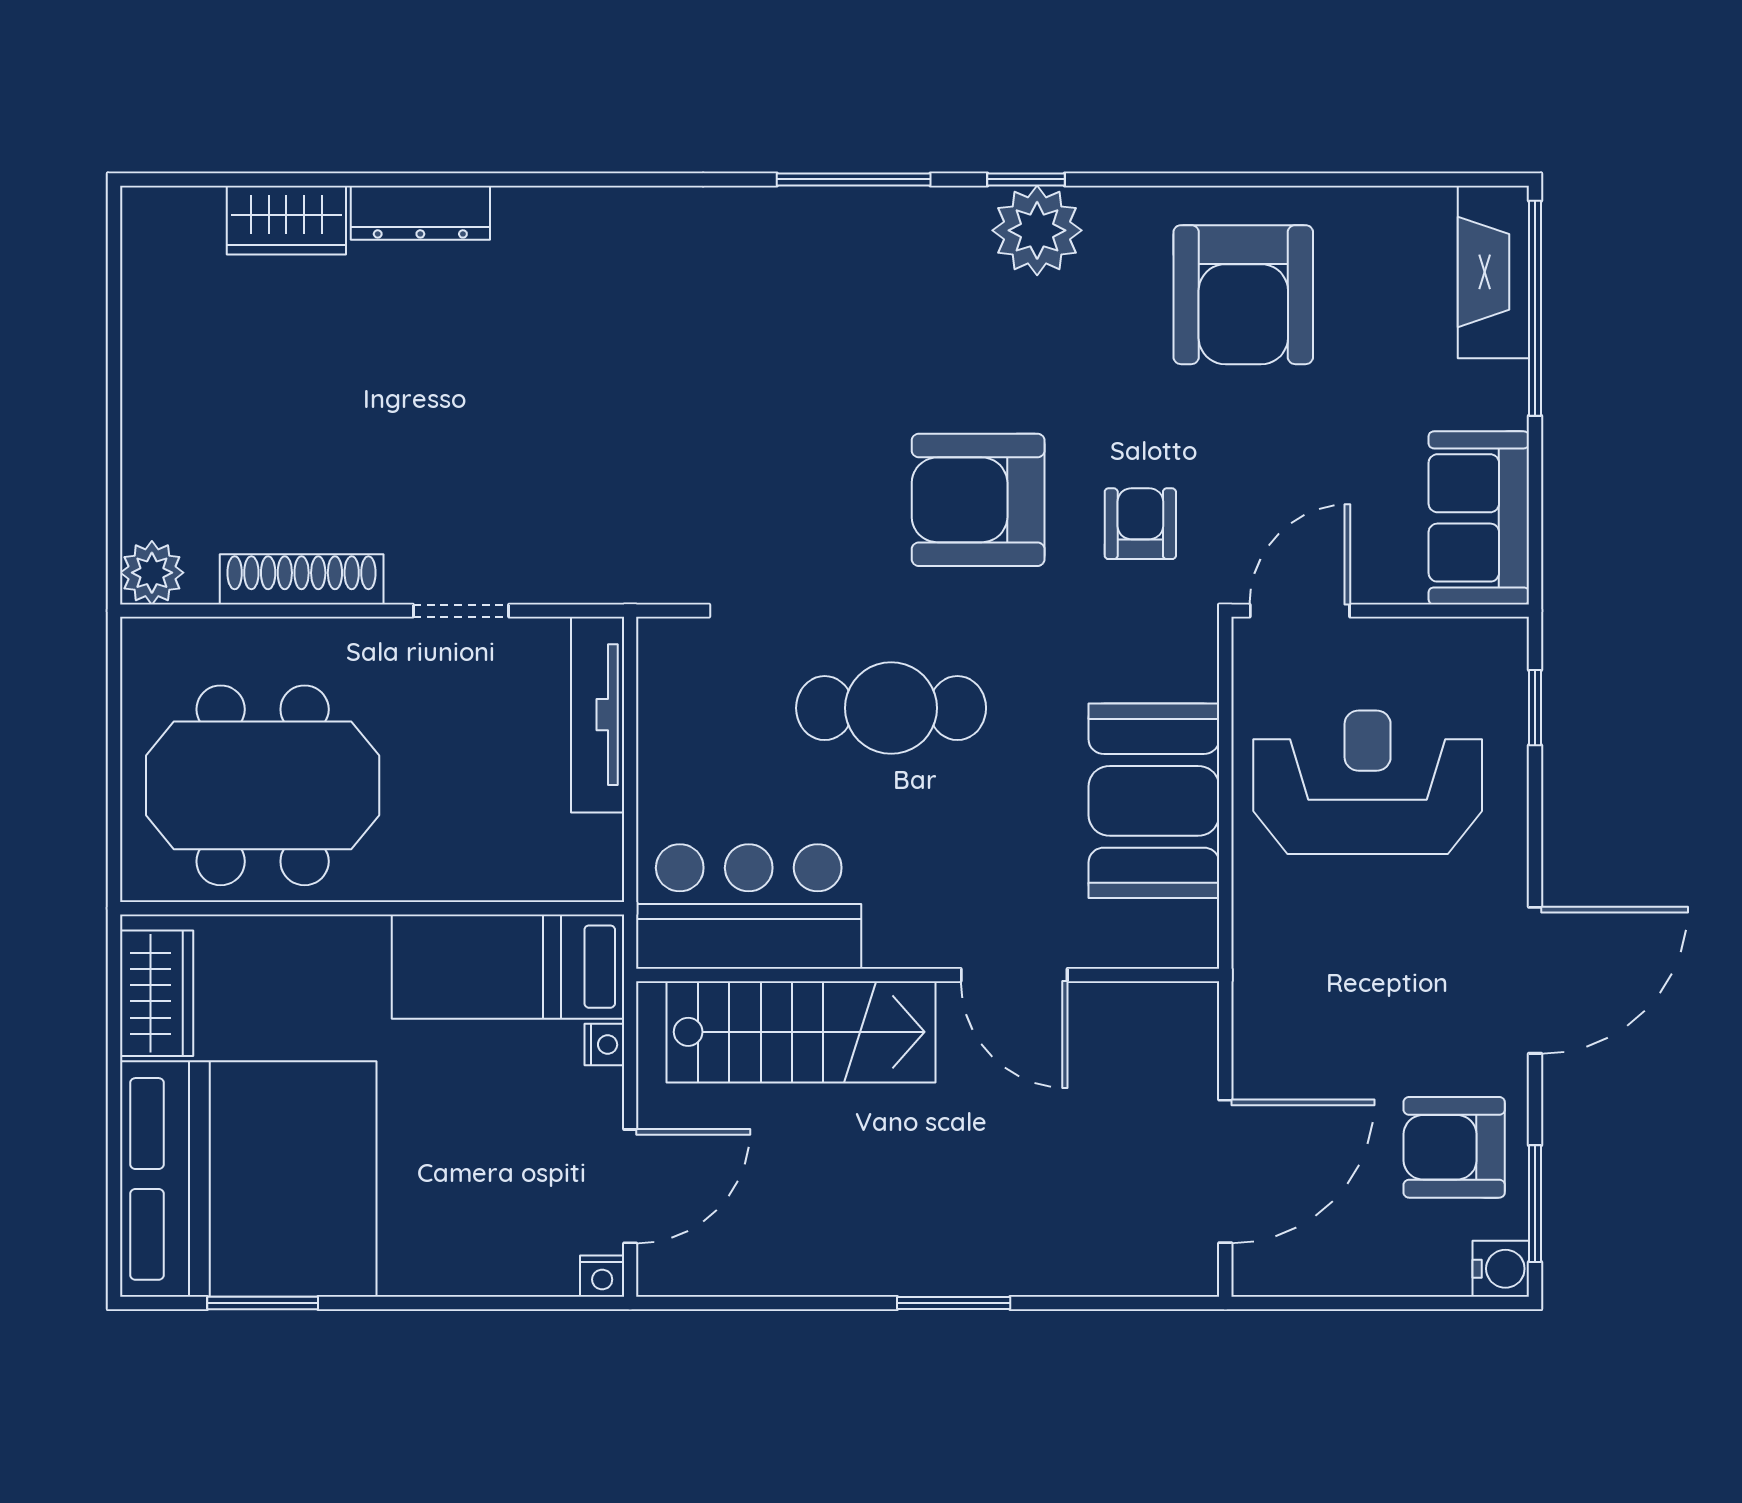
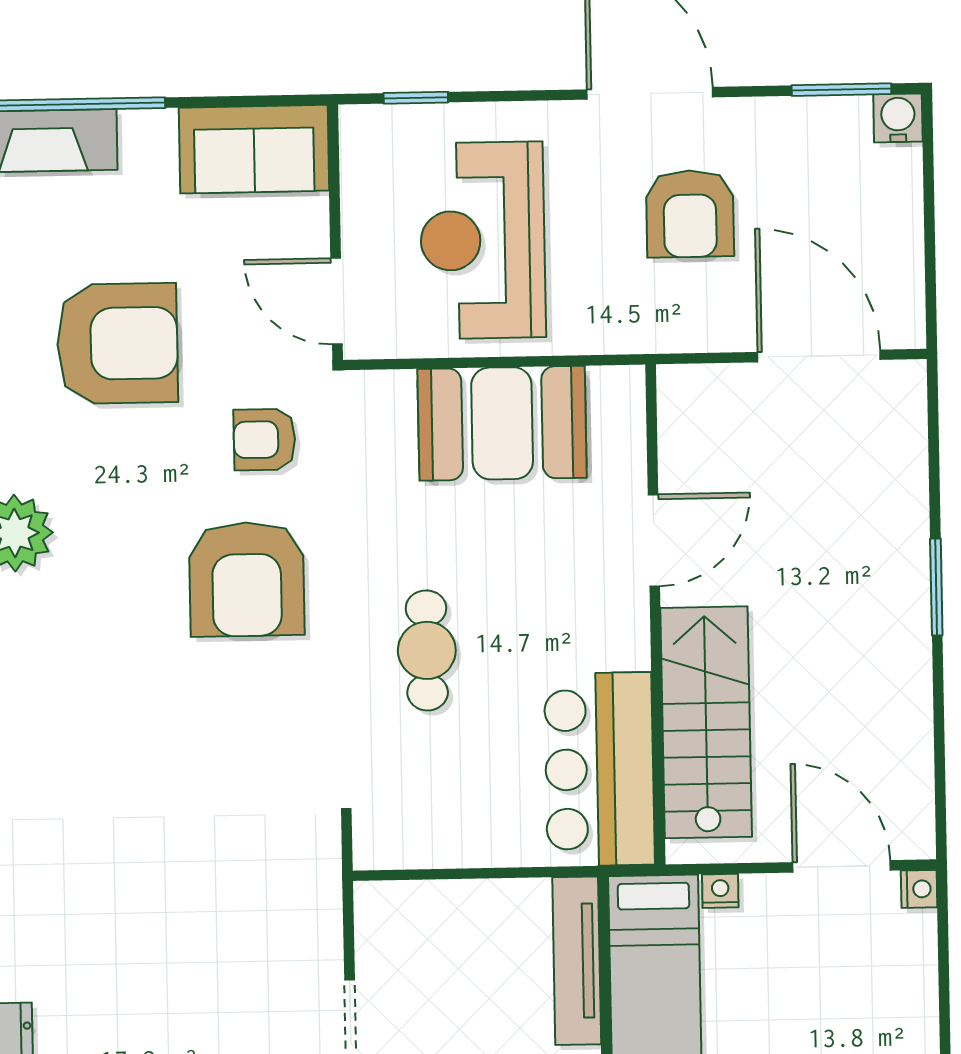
armchair: (1243, 295) -> (117, 344), moved
cafe table: (891, 708) -> (427, 650), width x0.73, depth x0.74
tv unit: (598, 715) -> (577, 961), moved, turned 90
armchair: (1454, 1147) -> (690, 214), moved

